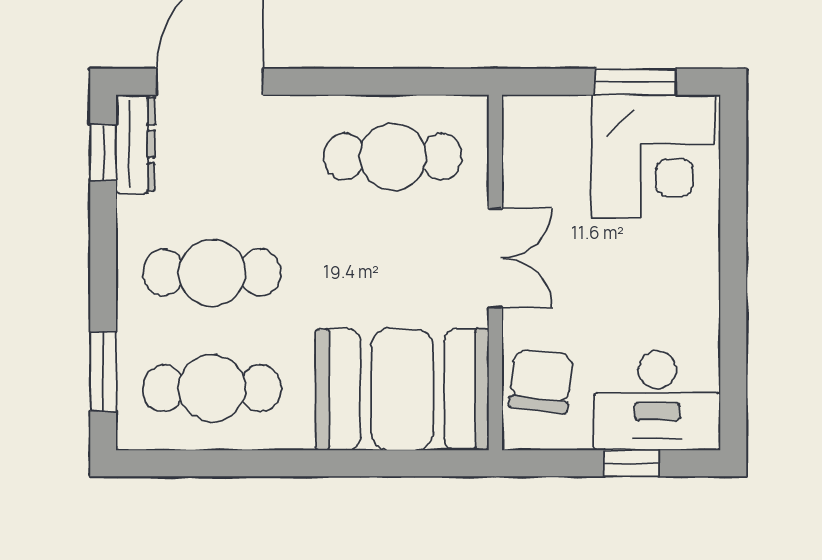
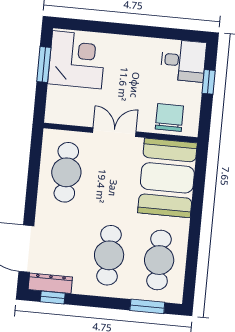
chair: (541, 381) -> (169, 117), turned 83
desk: (657, 401) -> (183, 61), width x0.73

